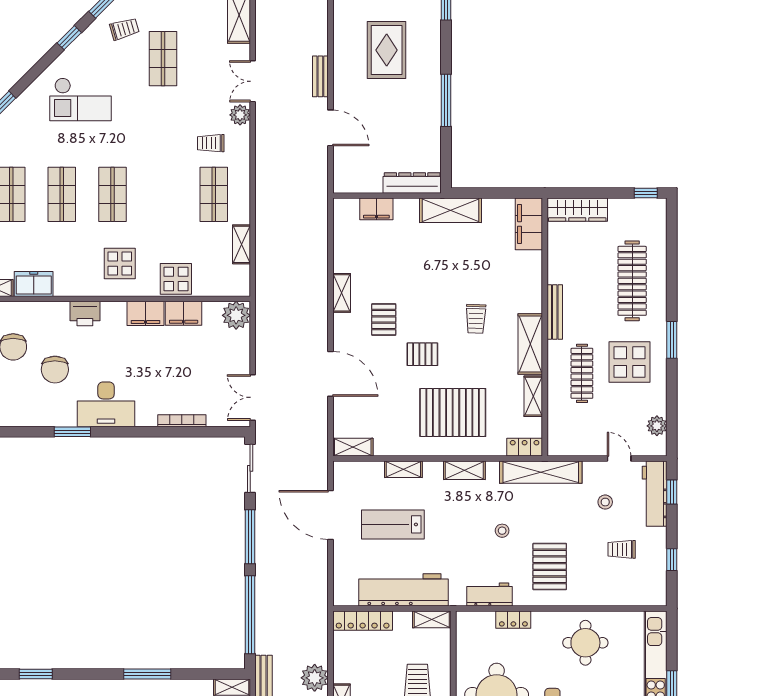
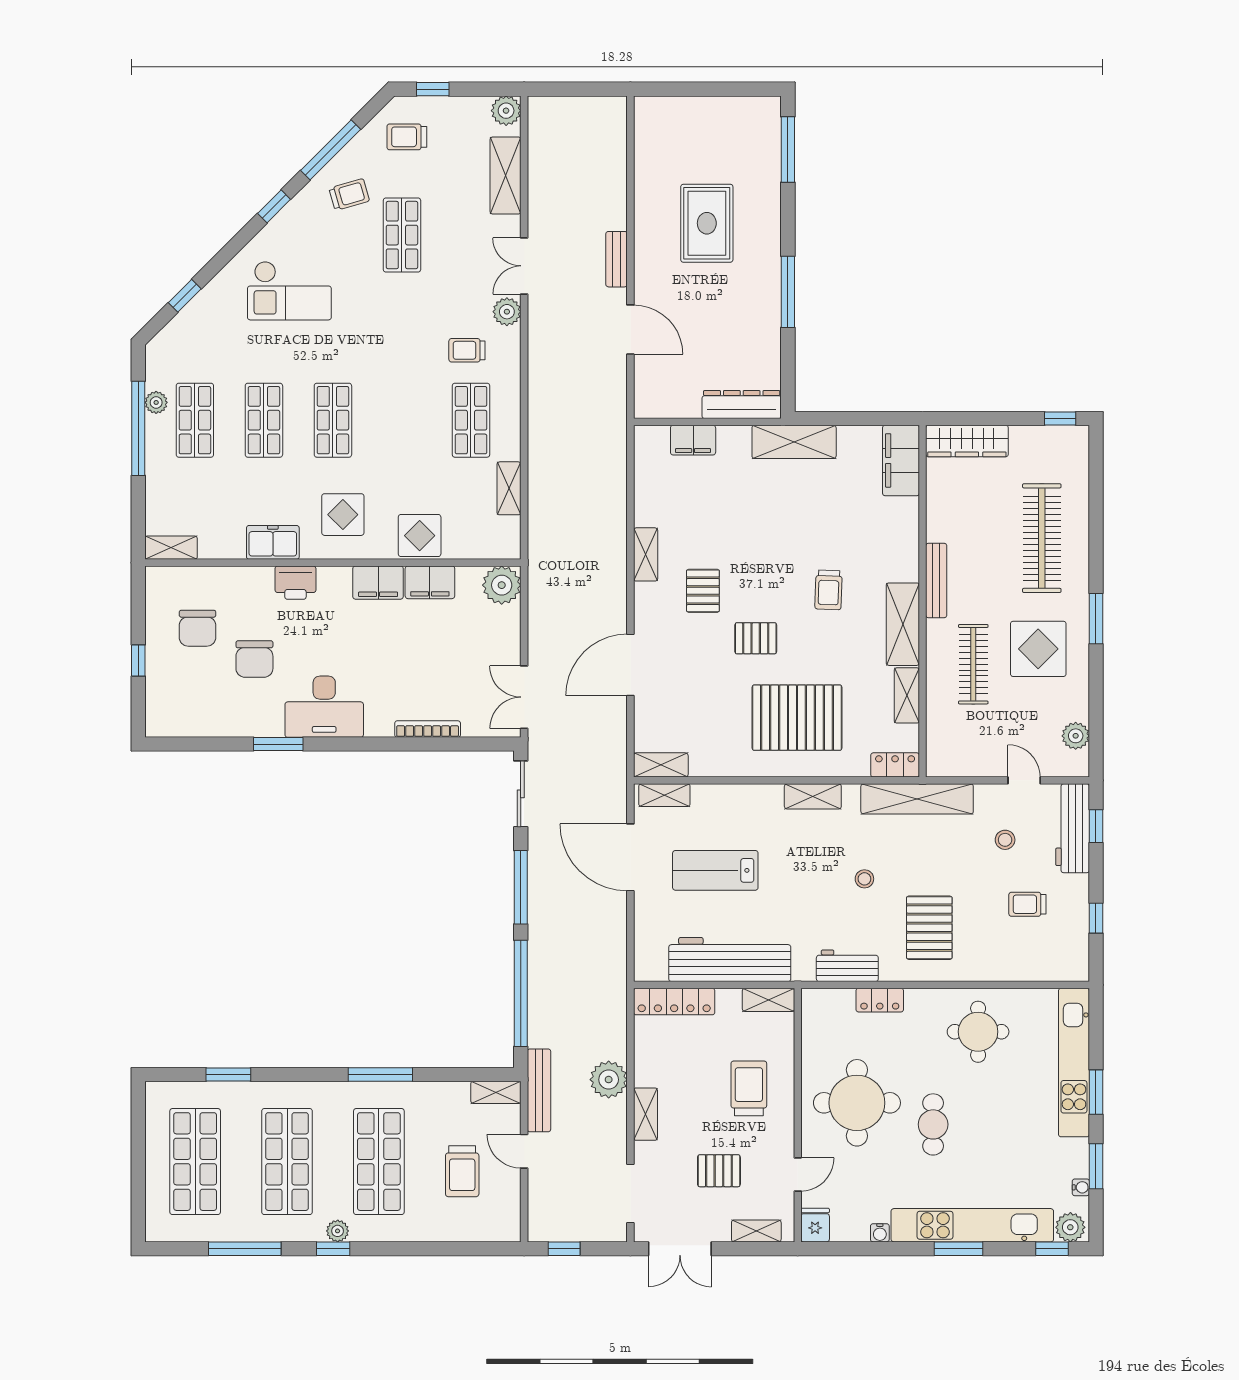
freezer: (34, 284) -> (273, 542), moved
door: (331, 374) -> (630, 665), swing flipped
shelving: (403, 469) -> (664, 795), moved

